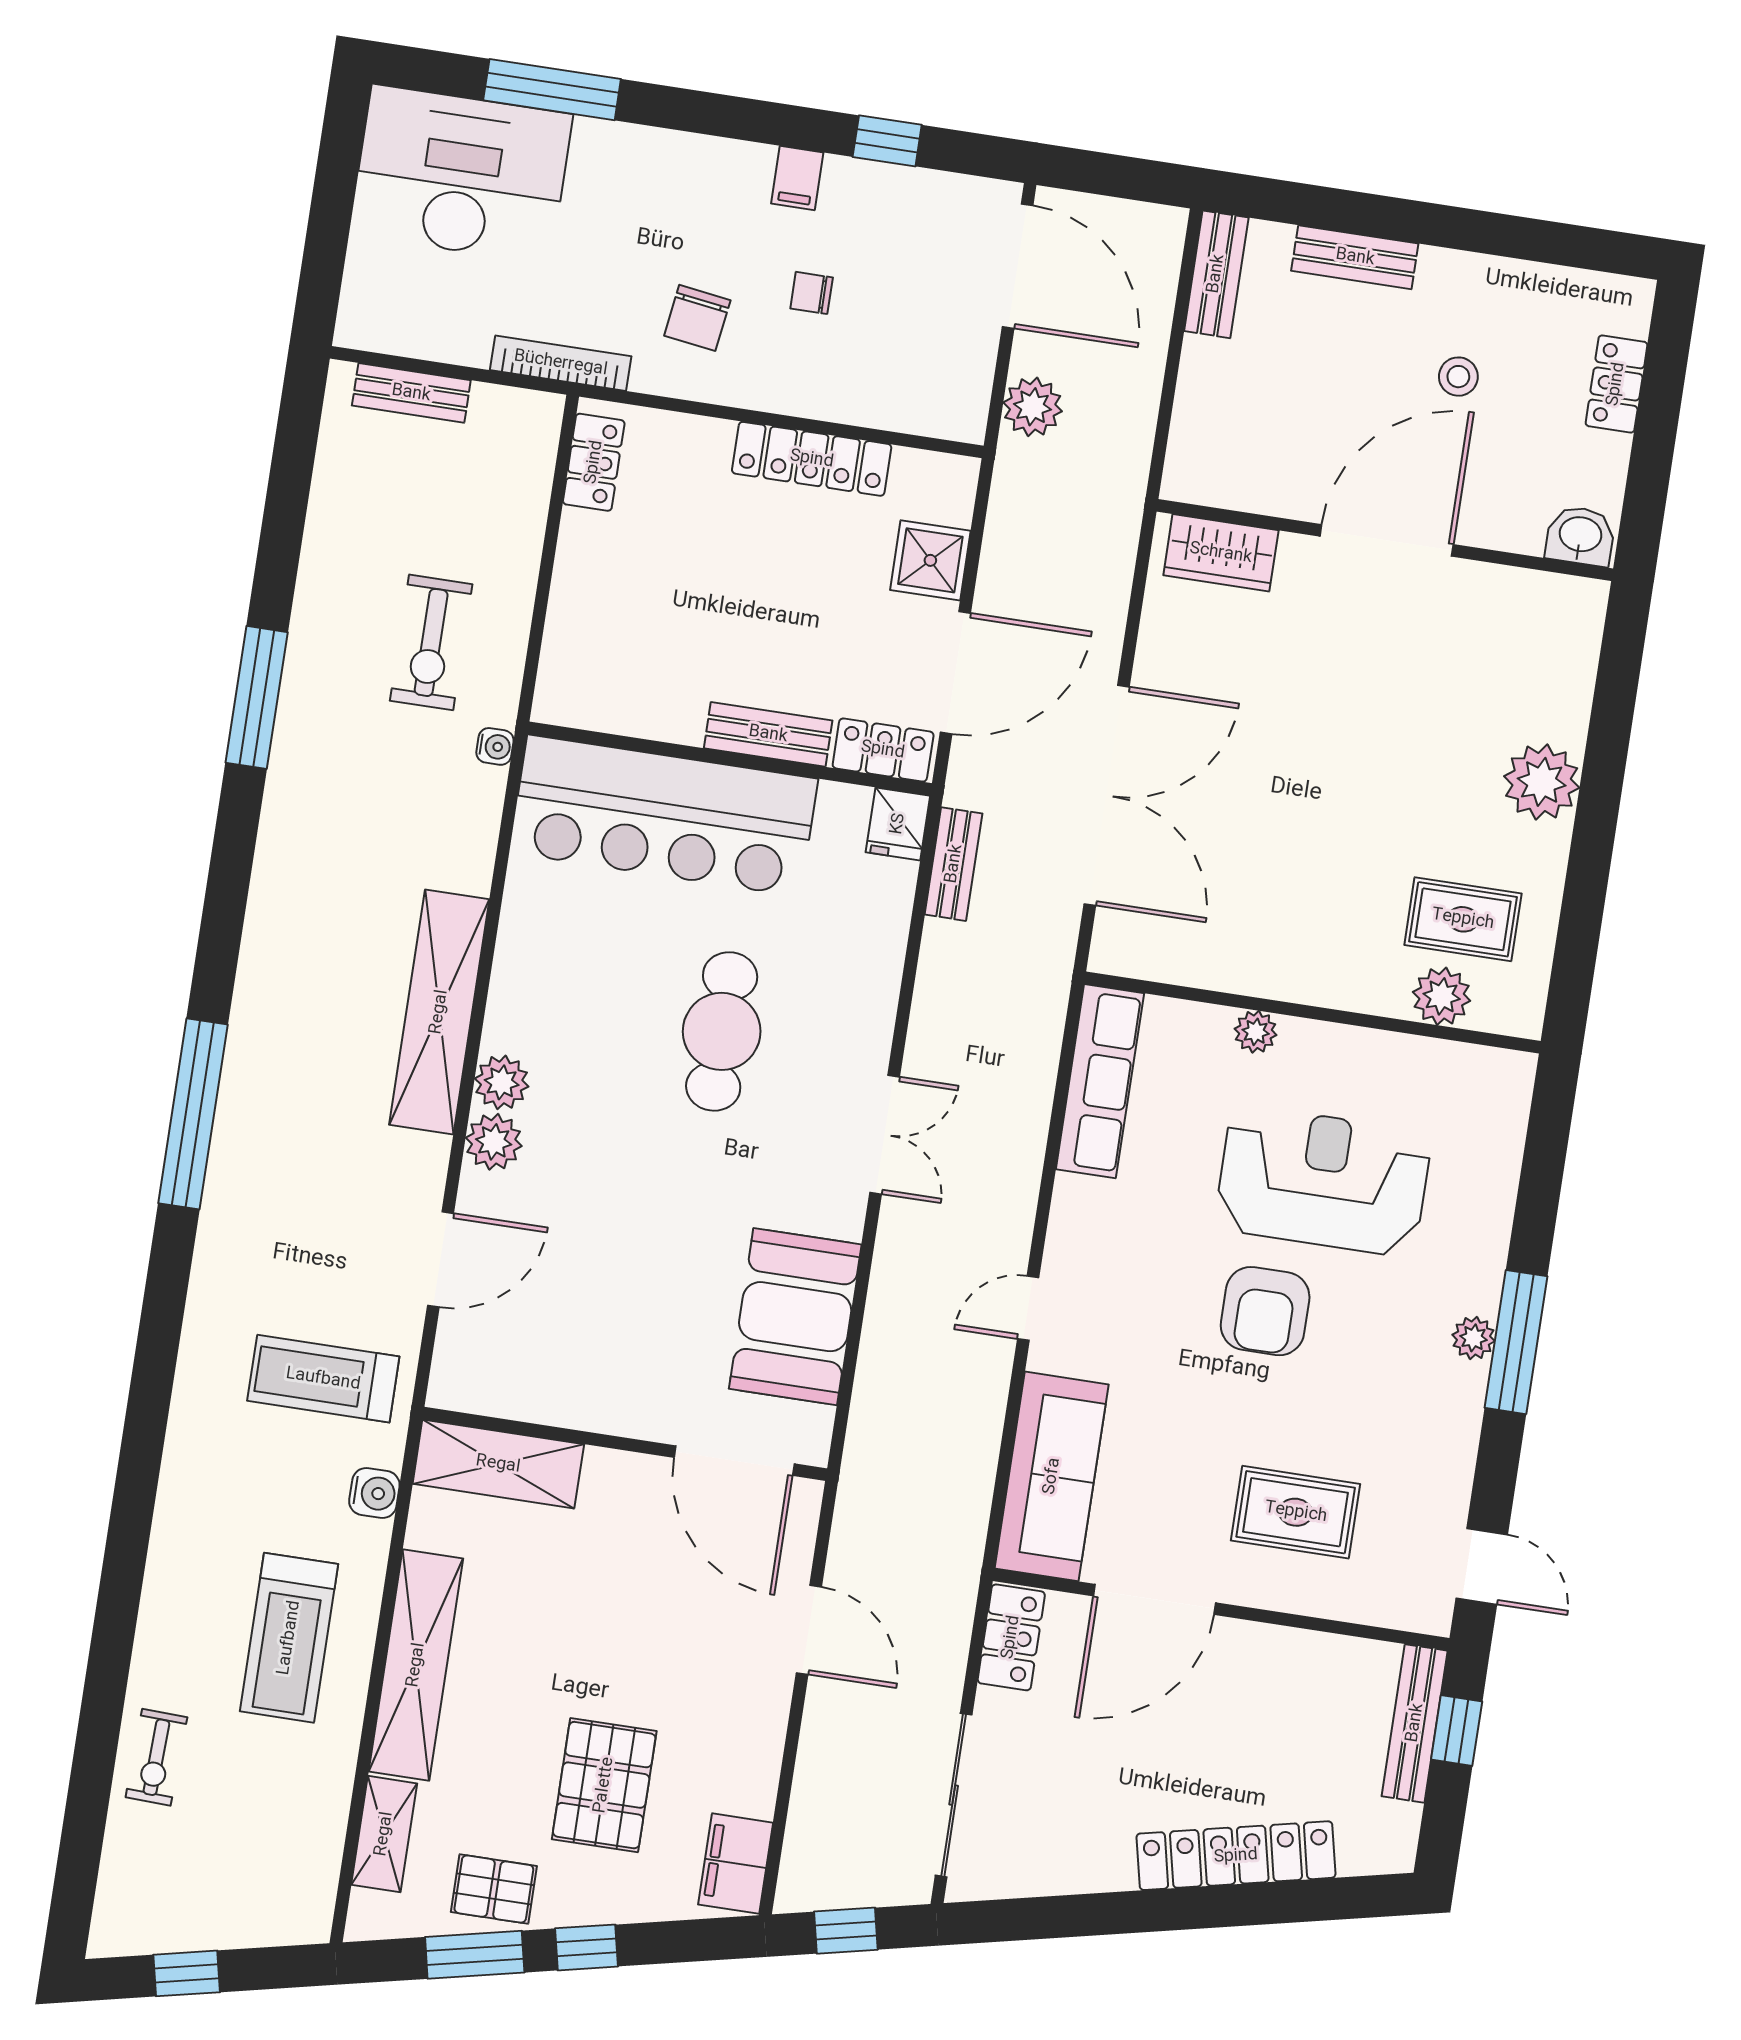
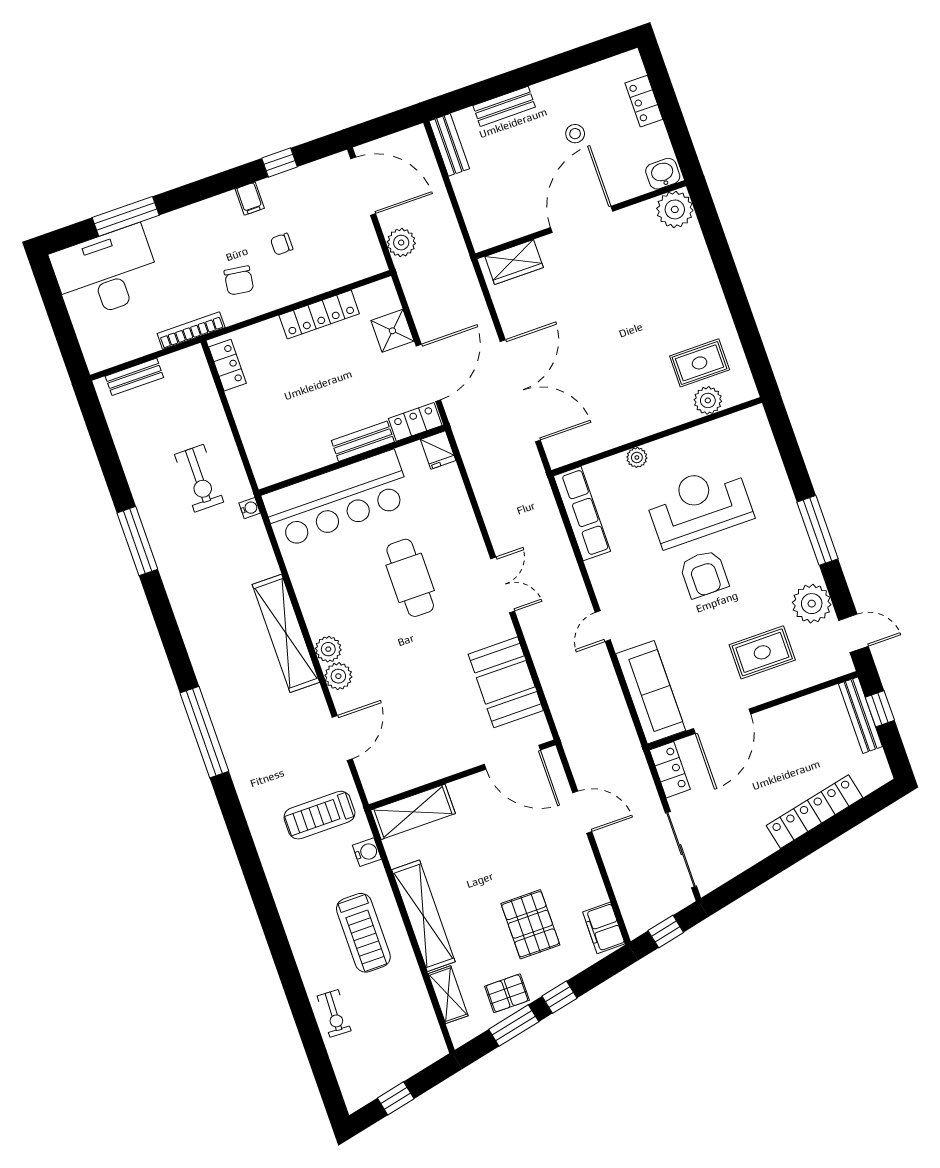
plant: (1542, 782) -> (675, 209), moved
bench: (954, 864) -> (471, 454), removed
plant: (1473, 1338) -> (812, 604), moved, width x1.88, depth x1.88

